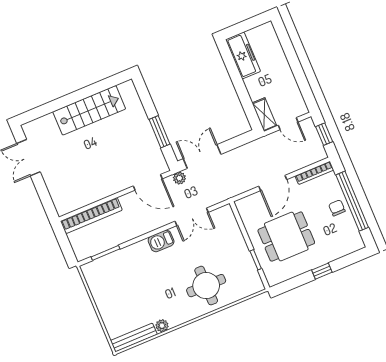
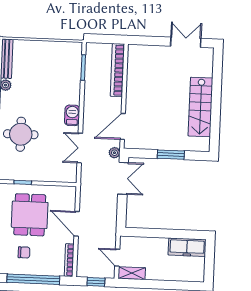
shelving: (264, 115) -> (132, 273), moved
door: (288, 124) -> (117, 258), hinge flipped
window: (160, 132) -> (171, 155), moved
chair: (337, 208) -> (24, 252), moved

